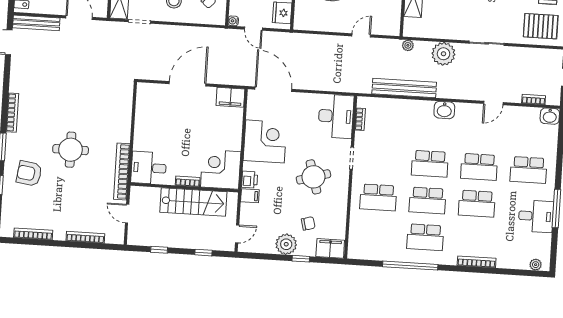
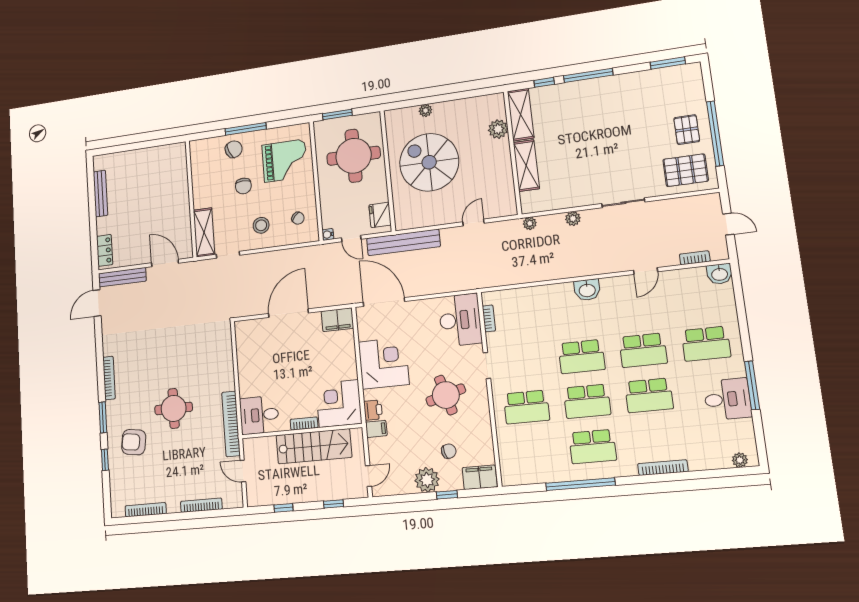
plant: (443, 54) -> (573, 219), width x0.53, depth x0.53
bench: (404, 88) -> (403, 242), moved

